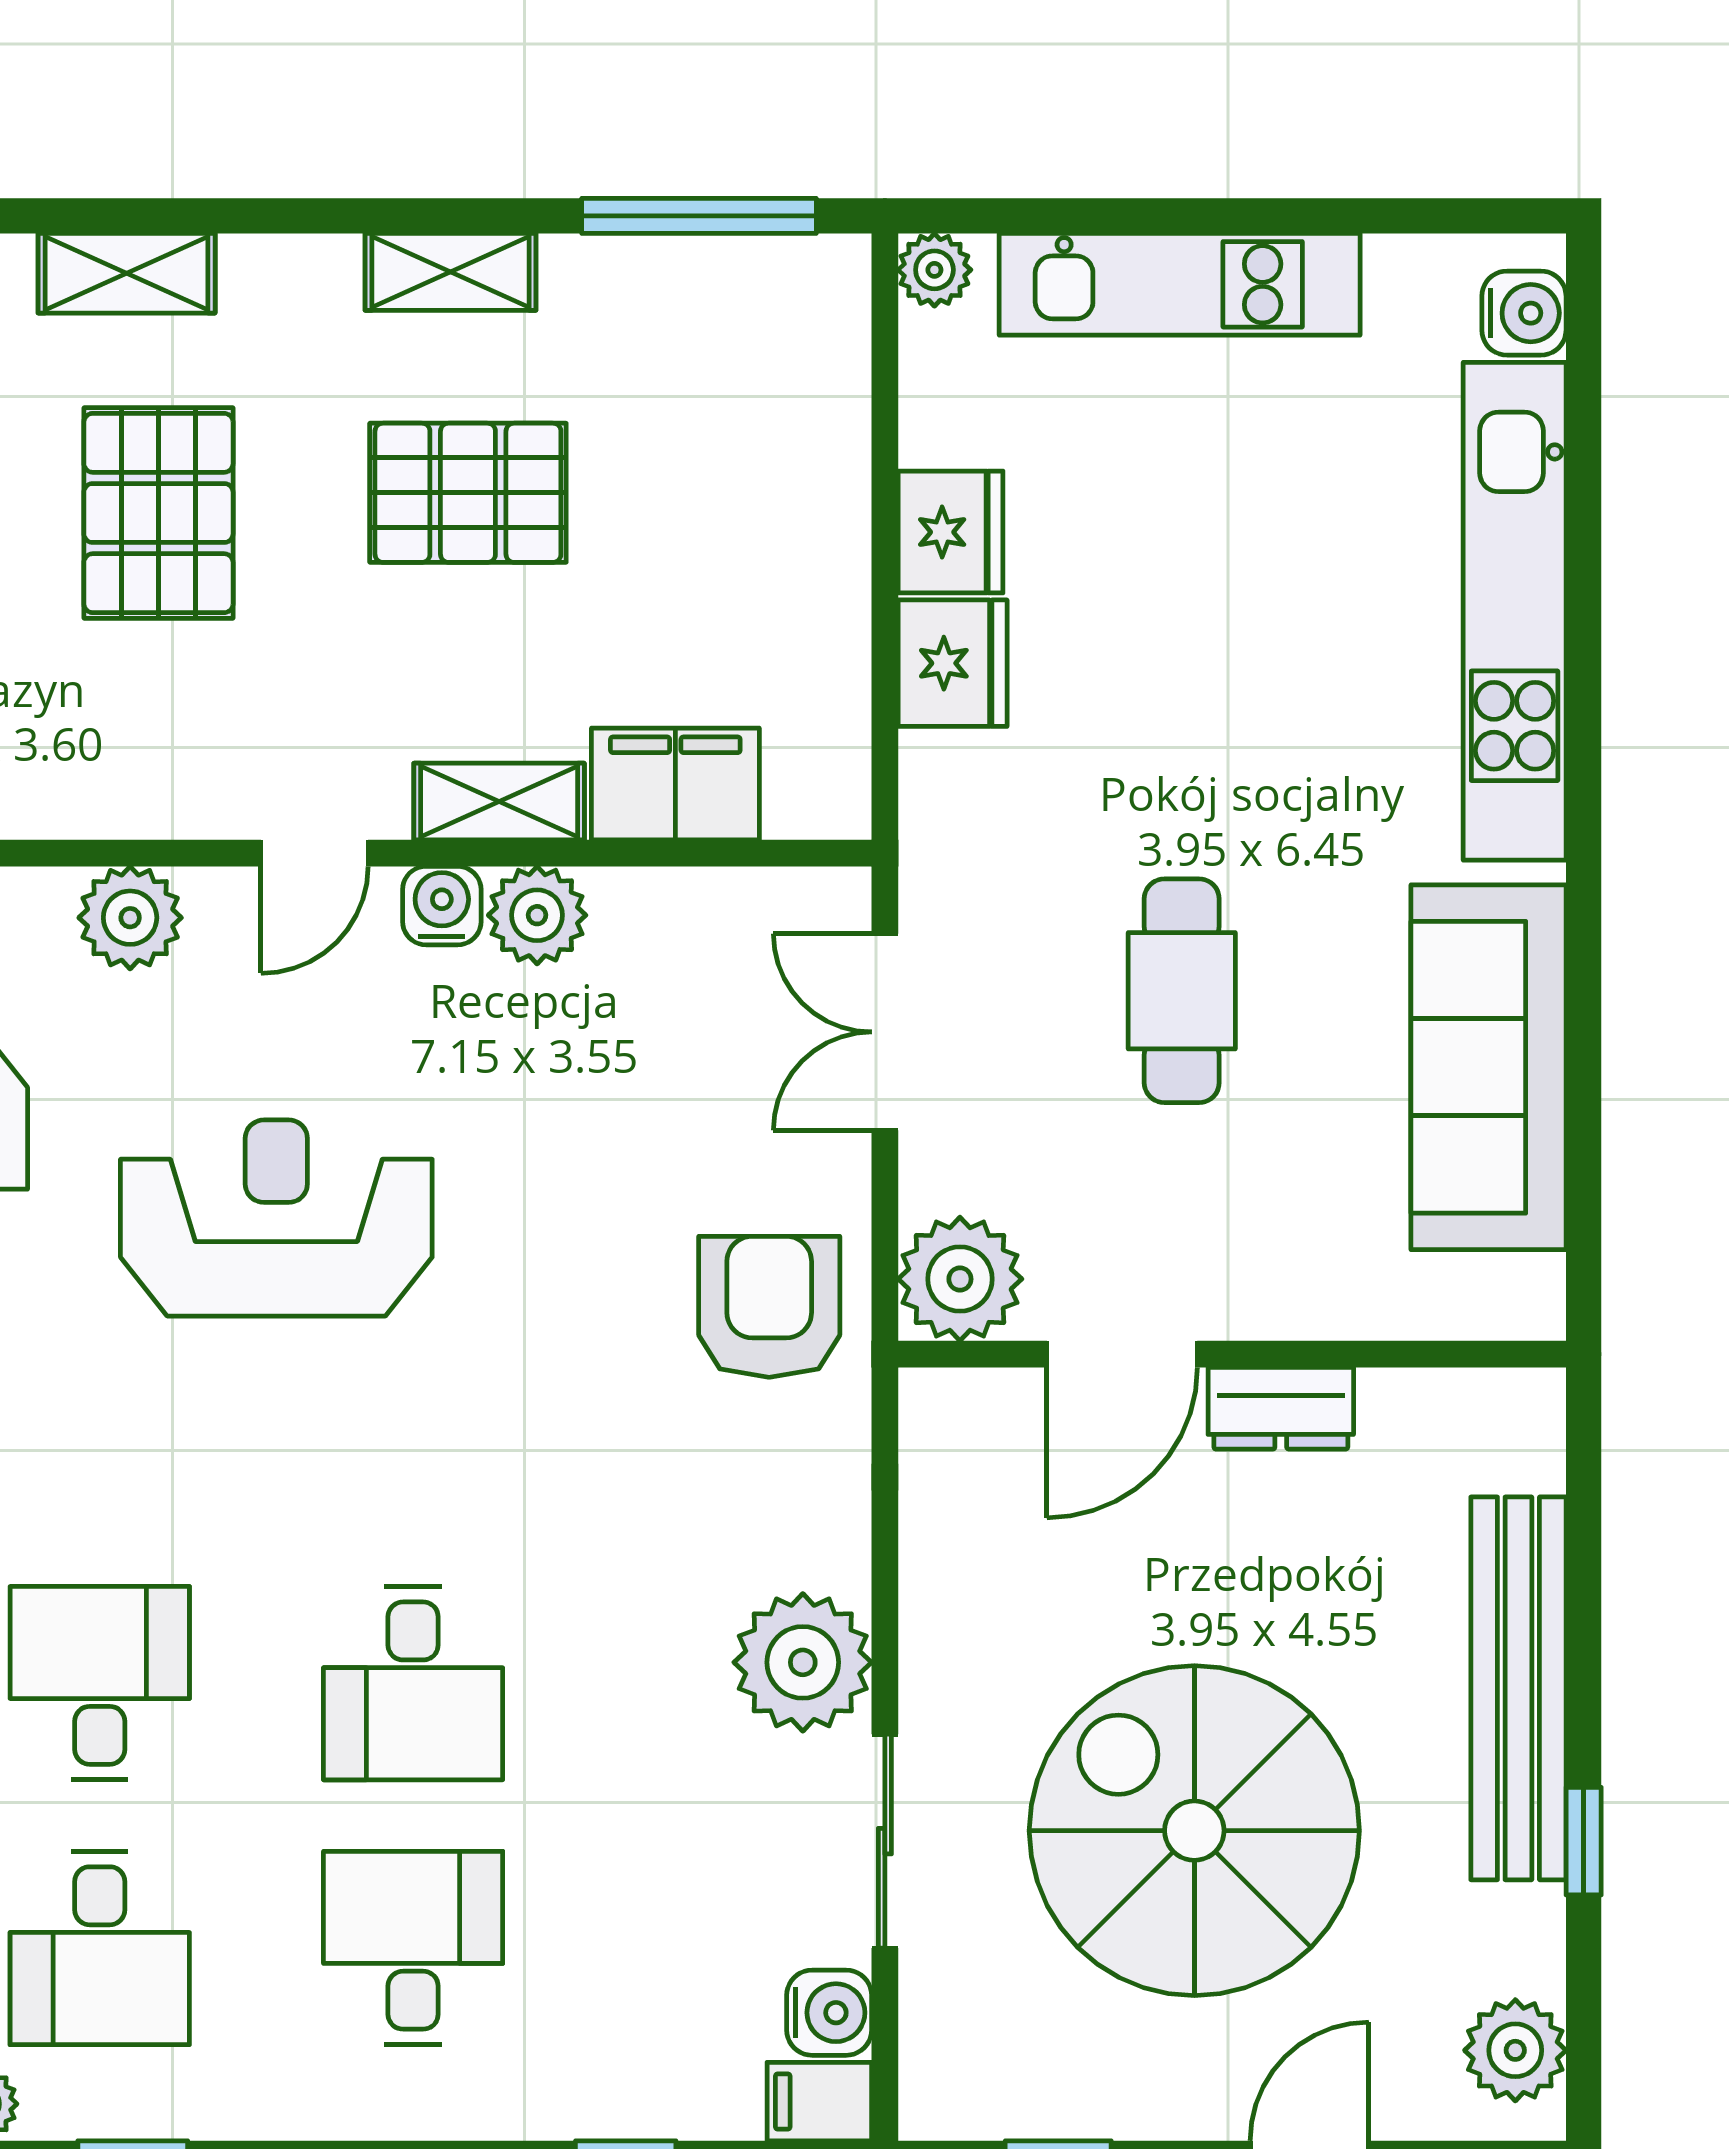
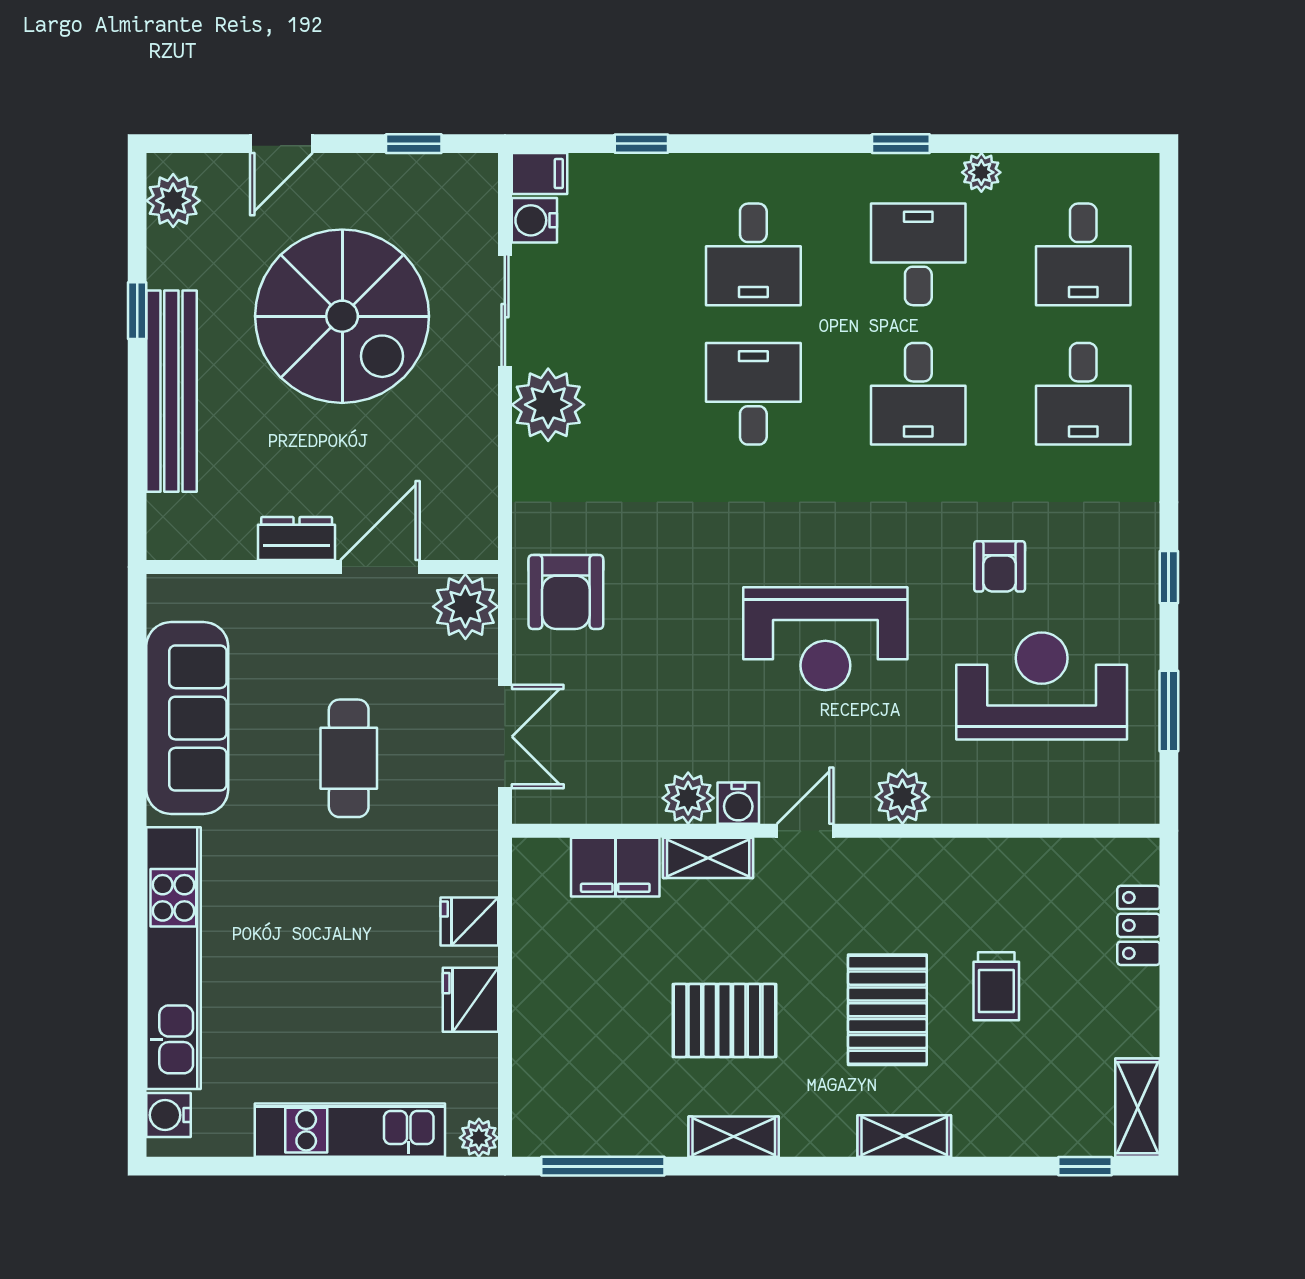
fridge: (953, 663) -> (469, 921), width x0.72

